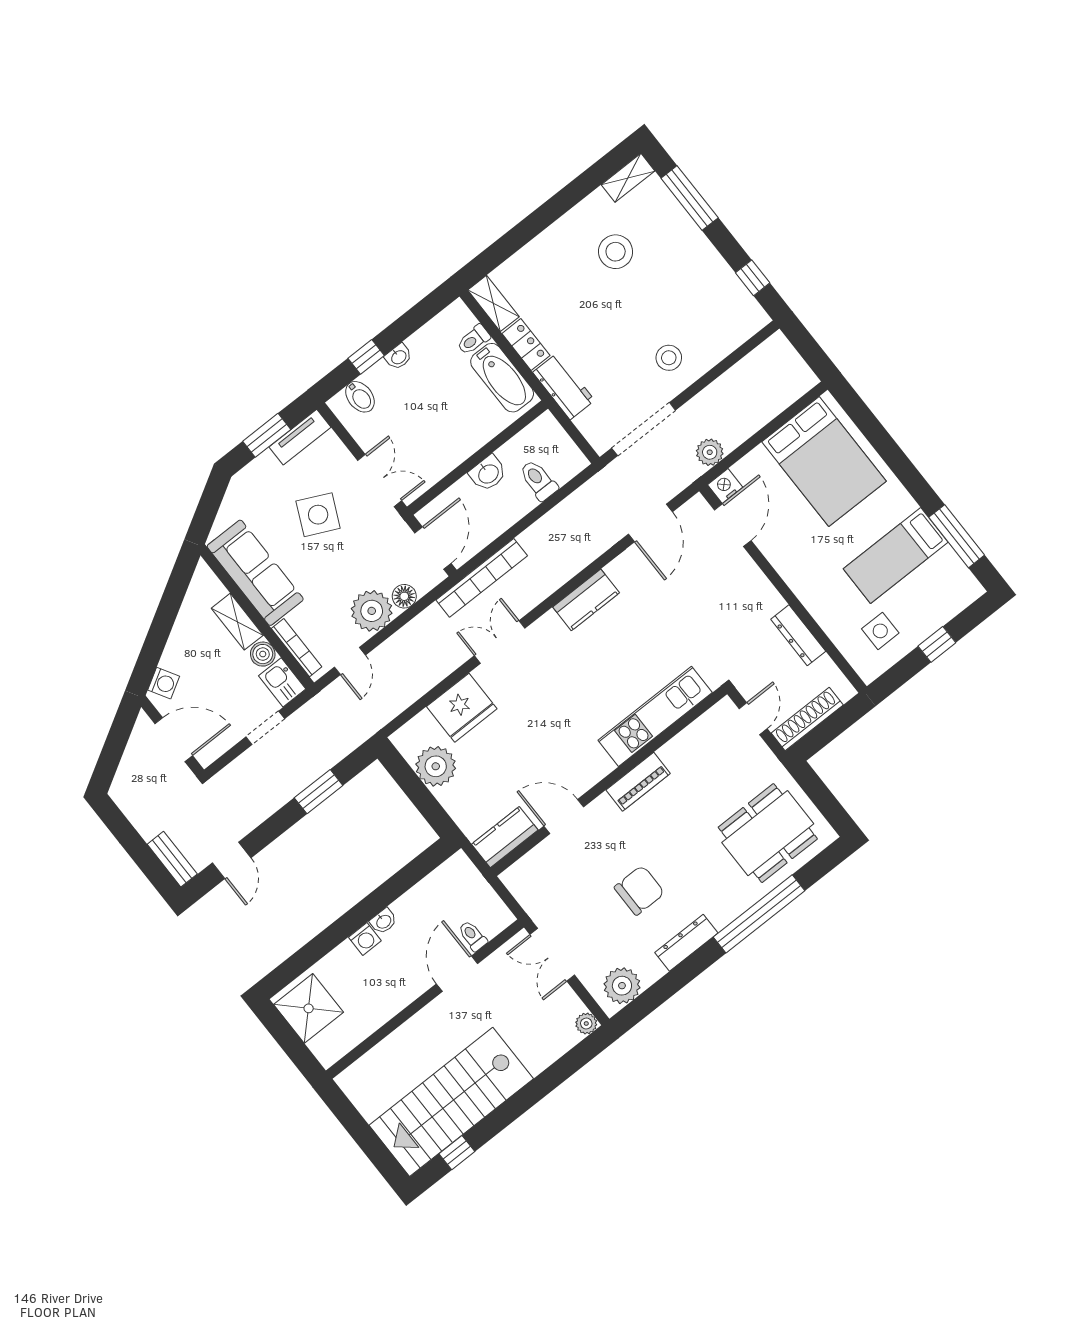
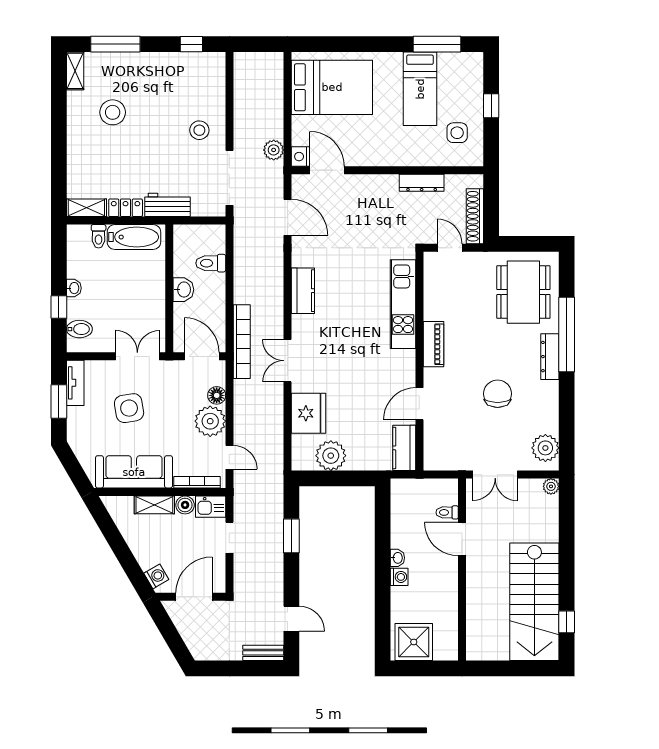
side table: (318, 515) -> (129, 408), turned -34
dresser: (686, 943) -> (550, 357), moved

